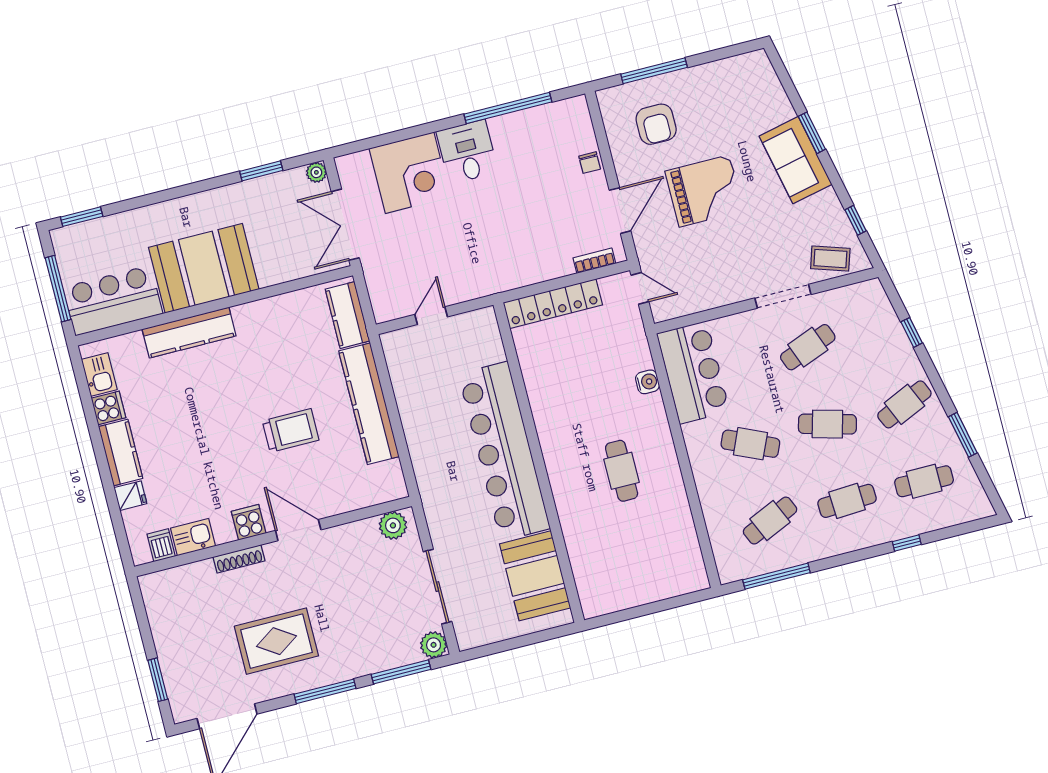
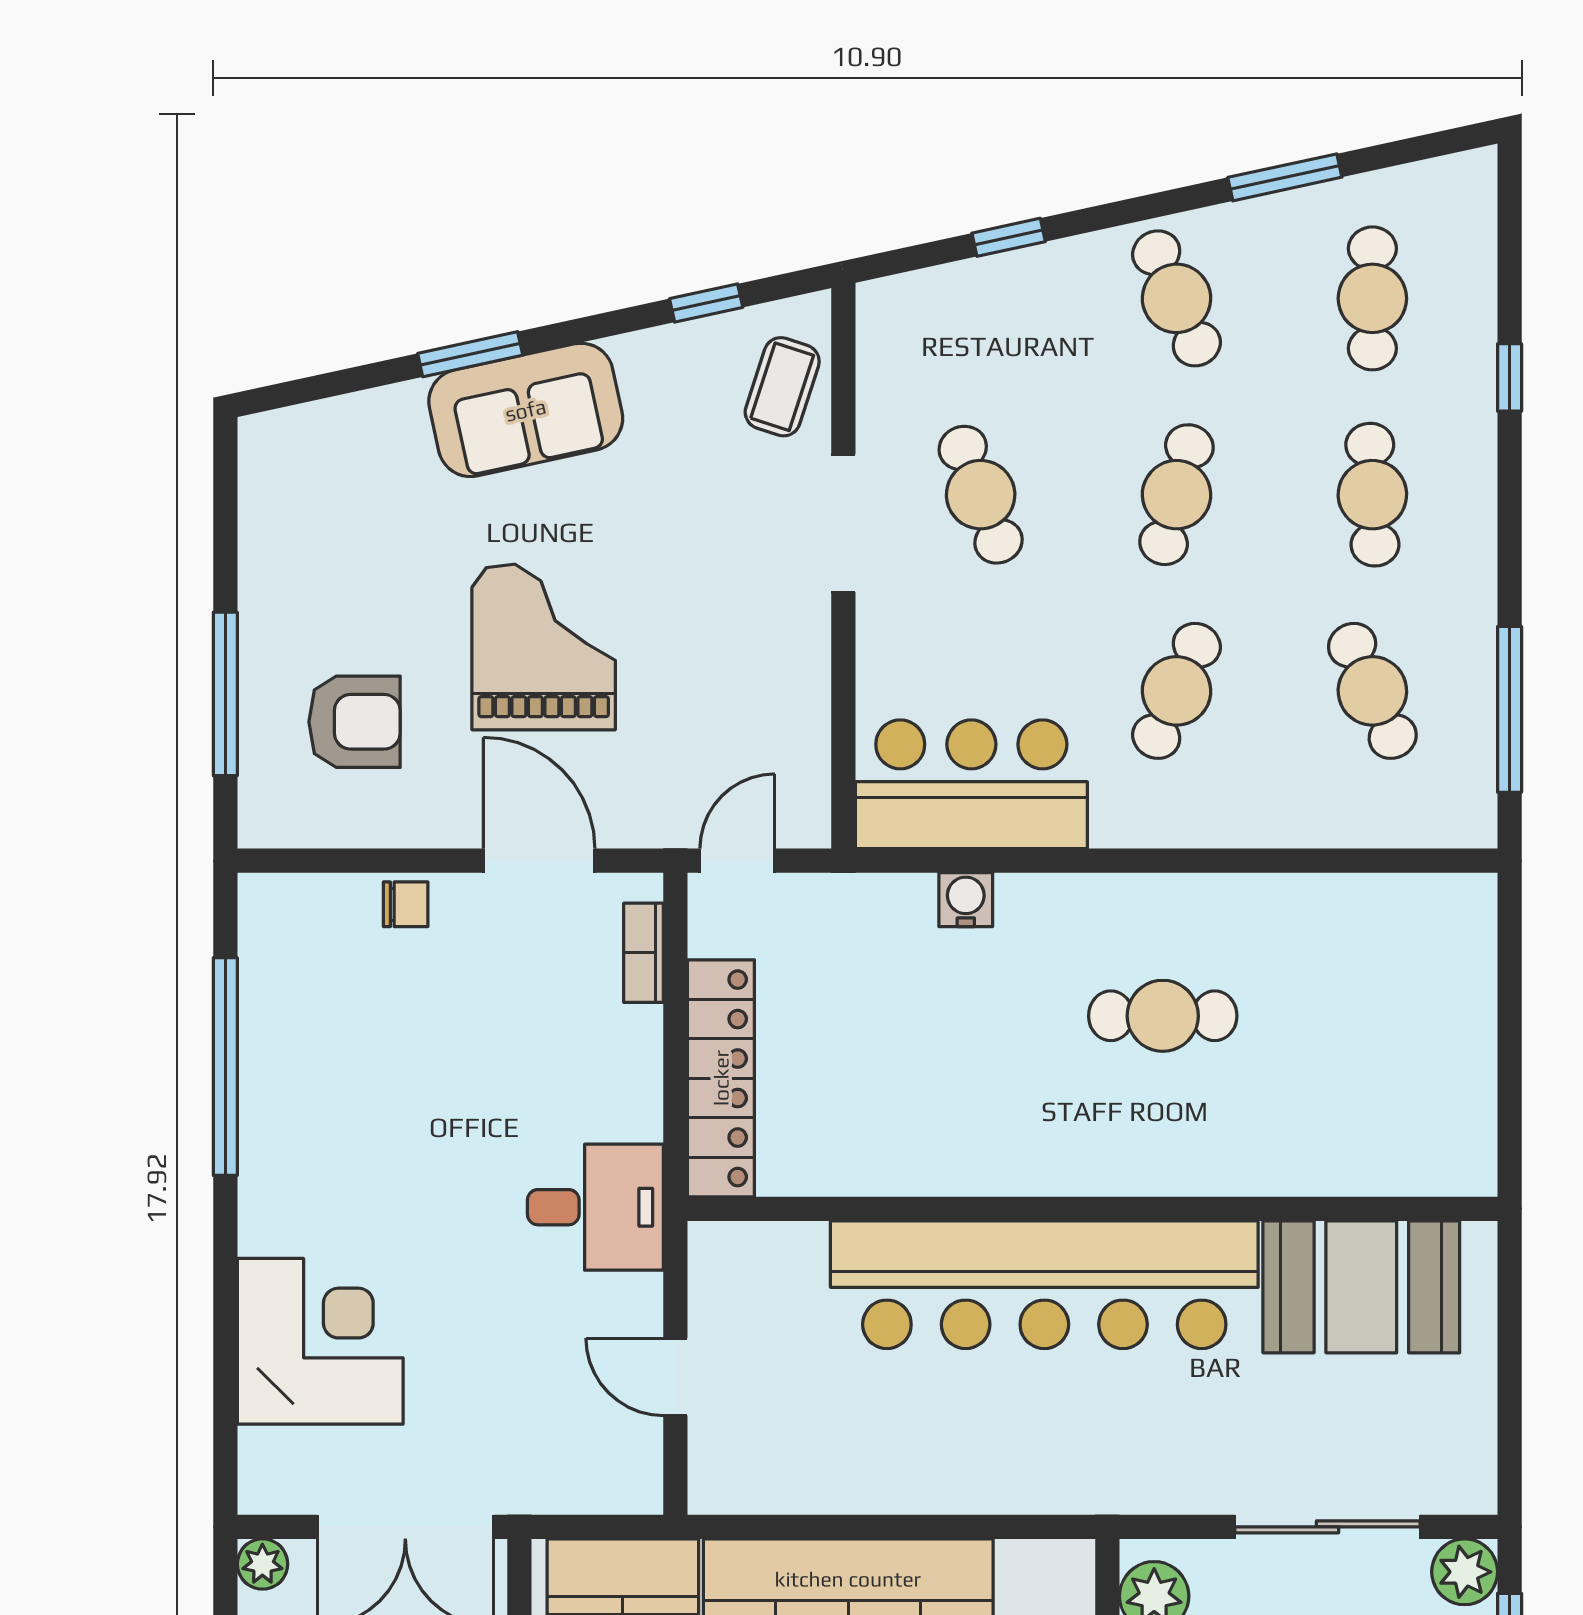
desk: (467, 152) -> (595, 1207), moved, turned 180

